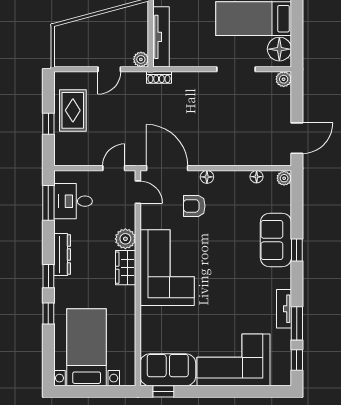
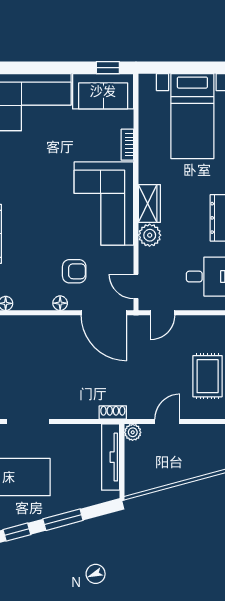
bookcase: (146, 321) -> (127, 145), added

